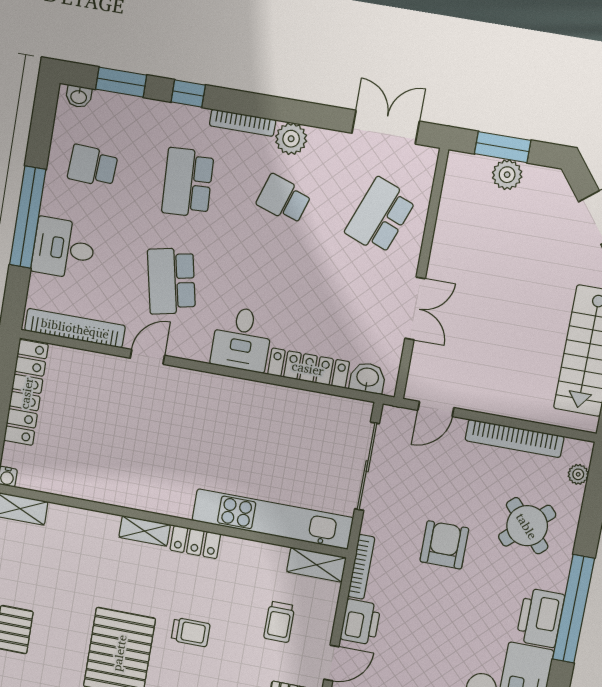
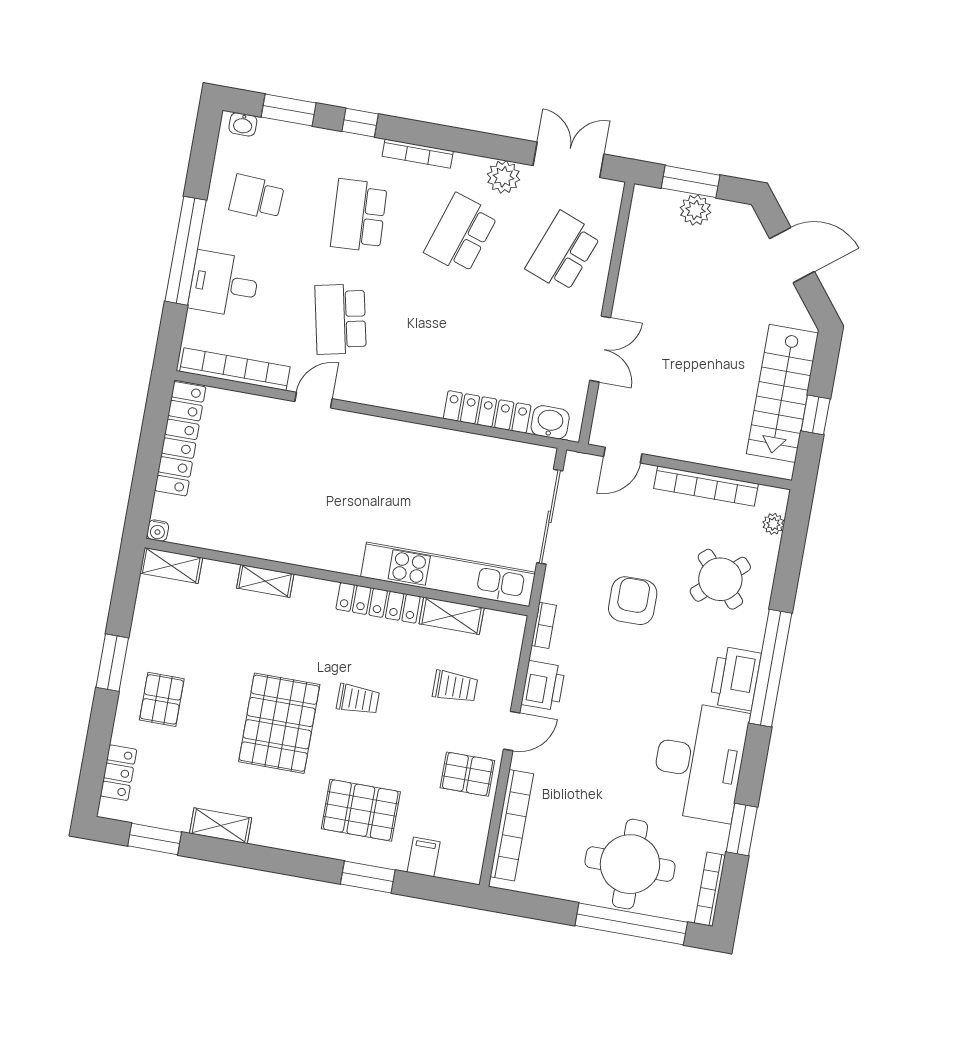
plant: (291, 139) -> (504, 177), moved
school desk: (284, 199) -> (461, 234), width x1.85
desk: (242, 339) -> (416, 381), removed
shelving: (145, 531) -> (265, 581), moved
locker: (195, 542) -> (378, 603), width x1.53
shelving: (316, 565) -> (452, 616), moved
bookcase: (361, 567) -> (544, 625), width x0.64
trolley: (279, 622) -> (455, 687), turned -90

